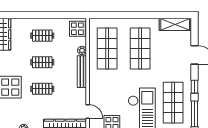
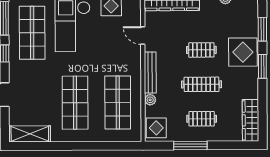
window: (51, 15) -> (190, 145), added
clothes rail: (42, 62) -> (201, 84), width x1.36
door: (88, 111) -> (143, 36), moved

